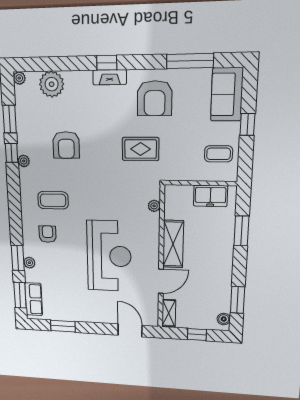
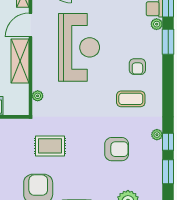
armchair: (66, 145) -> (117, 149), turned 90
reception desk: (109, 256) -> (79, 47), turned 180
plant: (29, 263) -> (157, 24), moved

